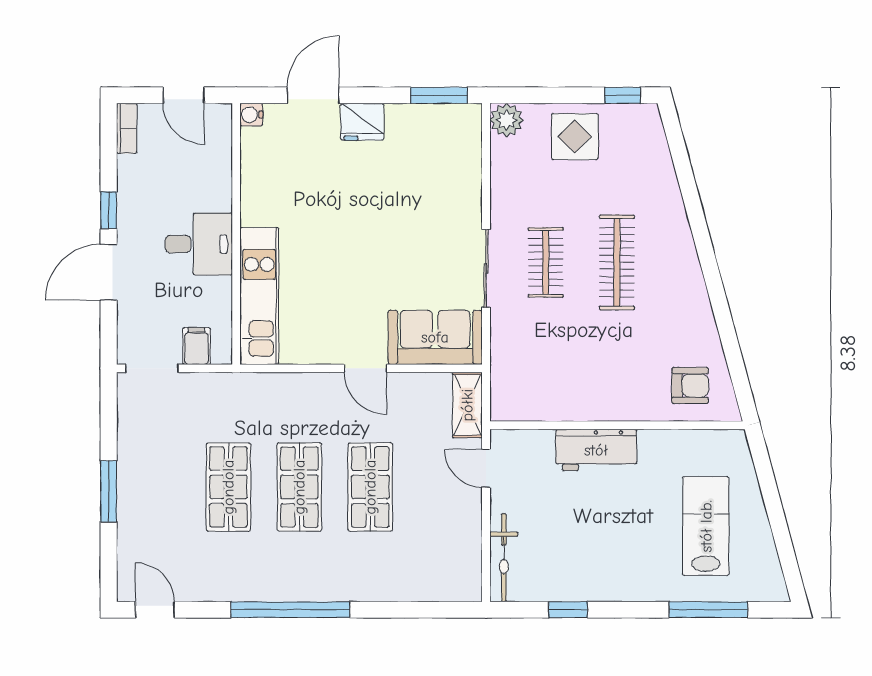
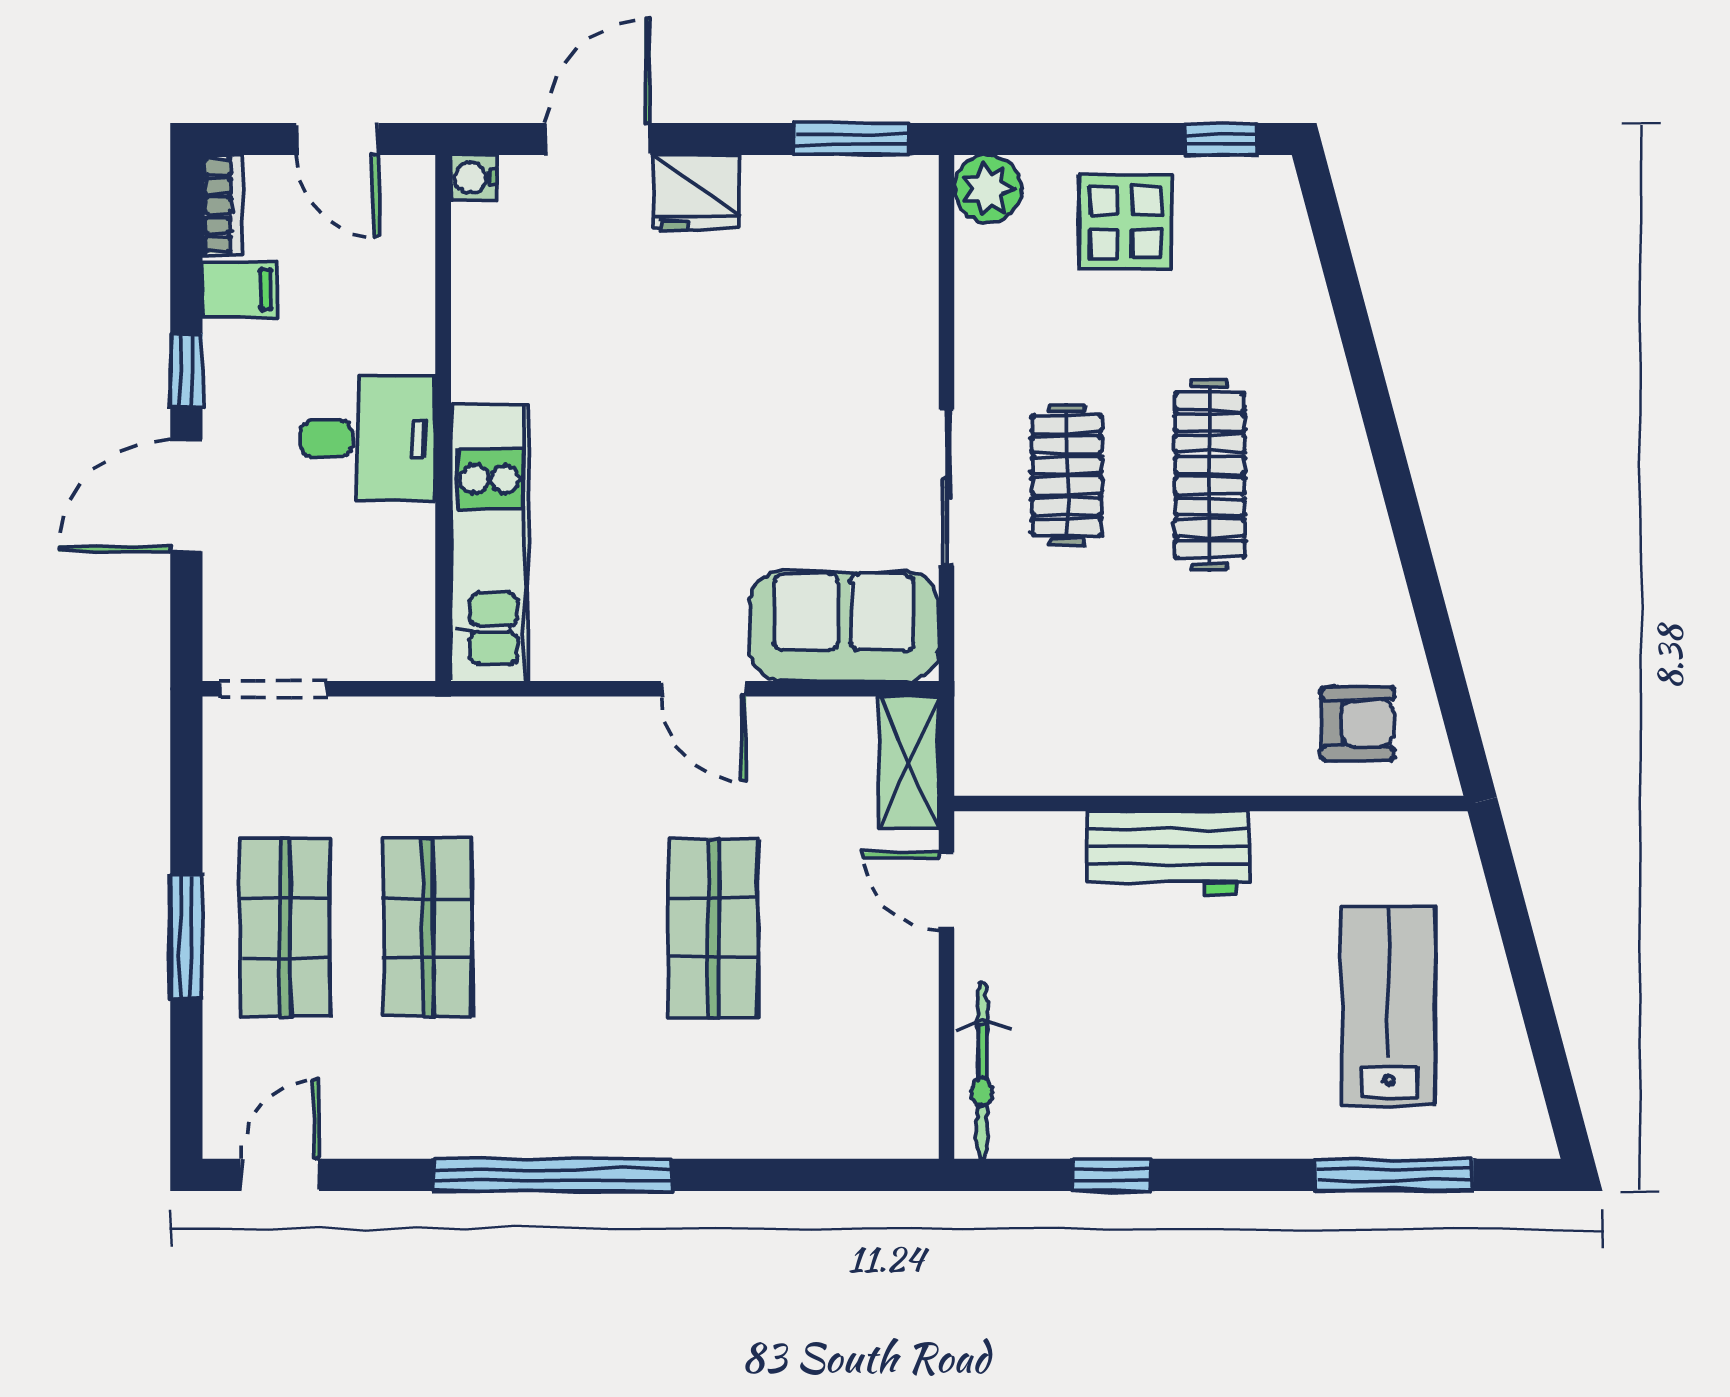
filing cabinet: (196, 346) -> (240, 289), moved, turned 90
shop shelf: (299, 487) -> (285, 928), moved
door: (155, 610) -> (280, 1175), hinge flipped

